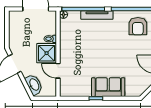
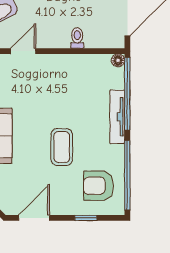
coffee table: (115, 48) -> (62, 147), added
shower: (47, 53) -> (53, 32), removed

